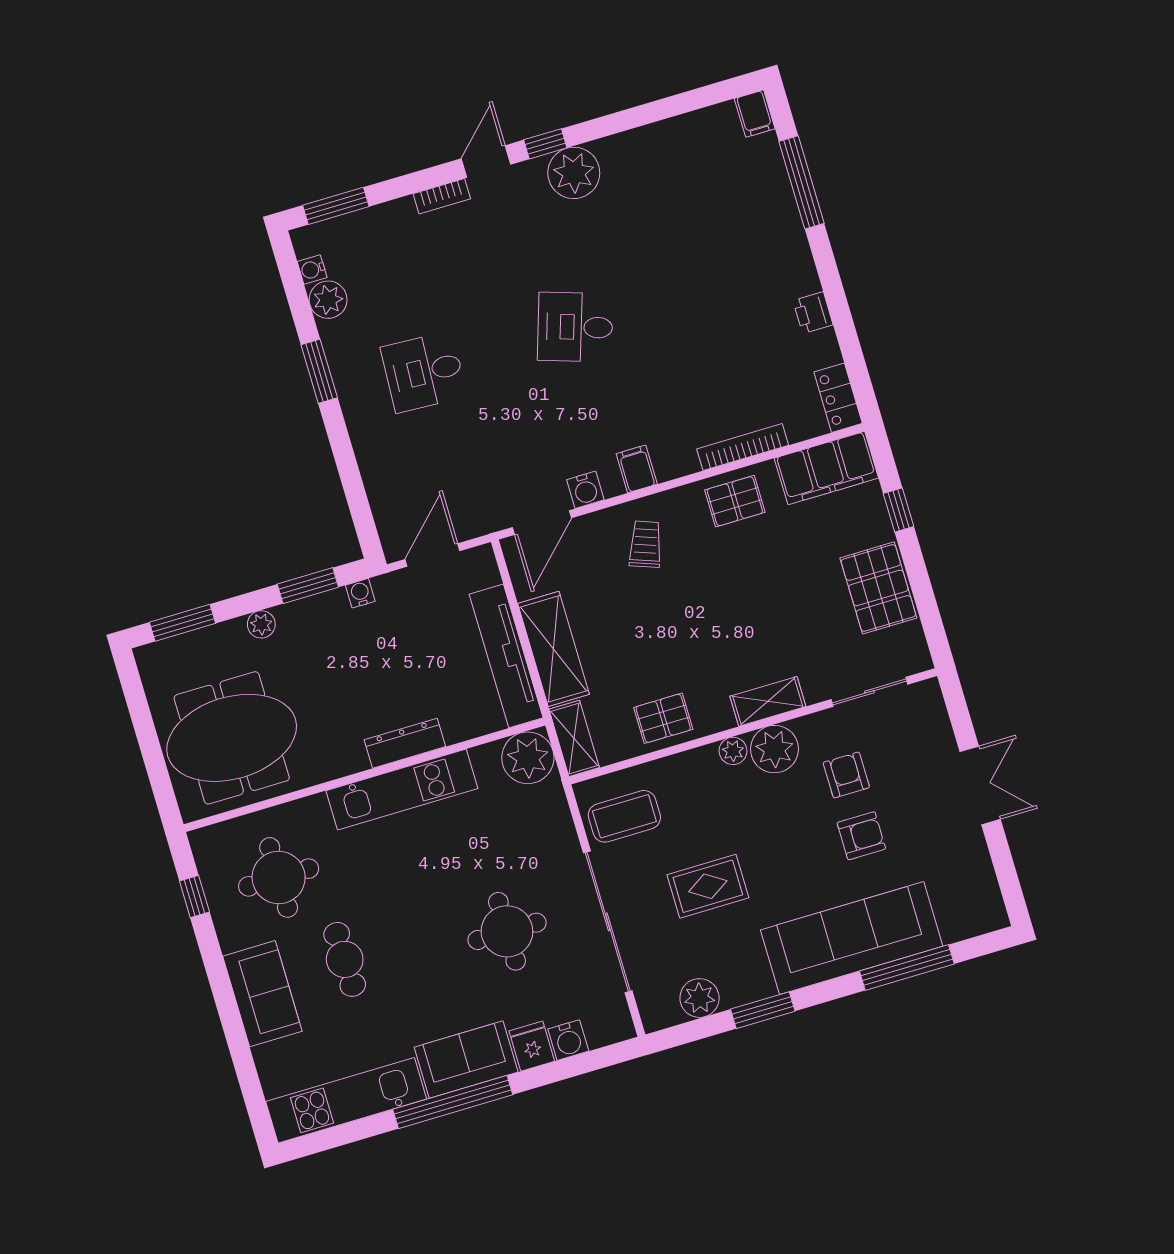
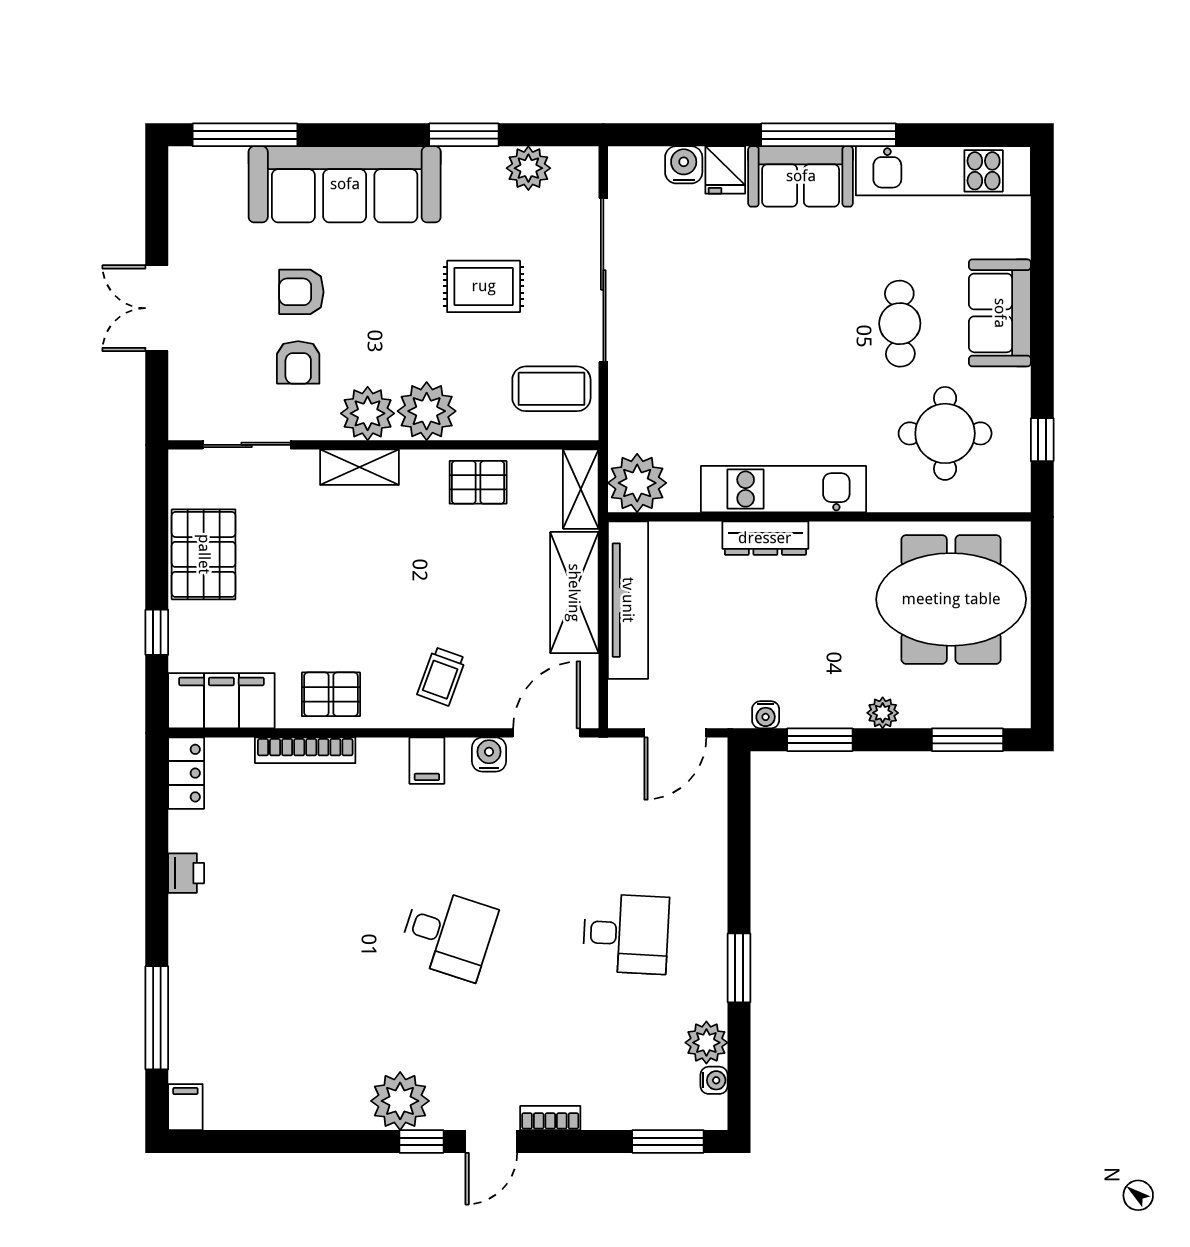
plant: (733, 751) -> (427, 411), width x1.87, depth x1.87
round table: (507, 931) -> (715, 302), removed
window: (907, 967) -> (245, 135), moved

